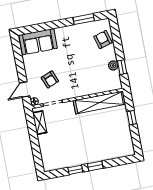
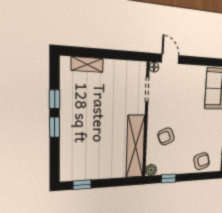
plant: (113, 65) -> (151, 170), moved
armchair: (50, 79) -> (166, 136), moved
window: (132, 118) -> (82, 185), moved
shelving: (40, 123) -> (87, 64), moved

